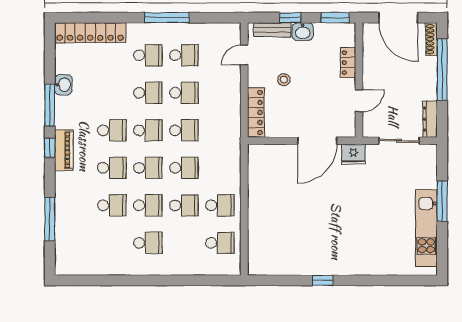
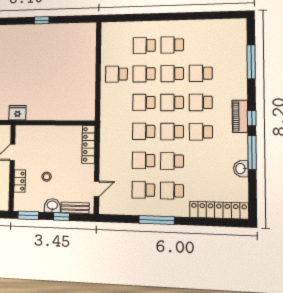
stool: (284, 80) -> (47, 177), moved
door: (317, 141) -> (43, 123), removed
school desk: (220, 243) -> (144, 45), moved

